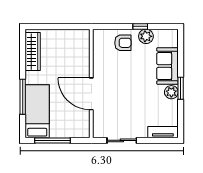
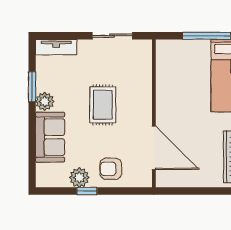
window: (181, 88) -> (32, 87), moved
rug: (129, 90) -> (103, 105), added
door: (91, 94) -> (154, 148), moved

